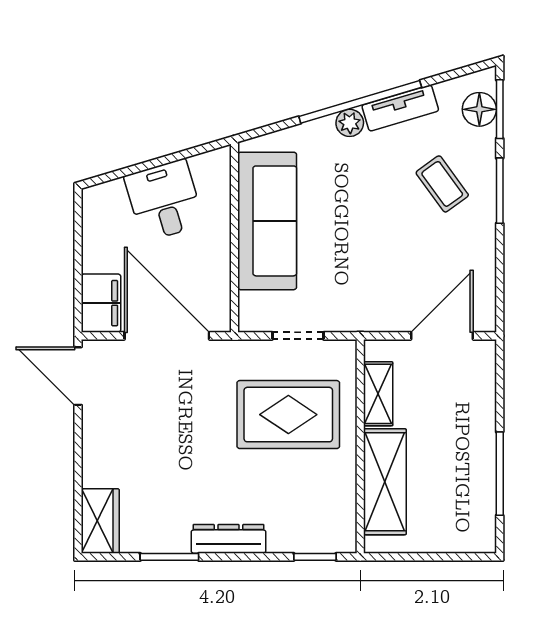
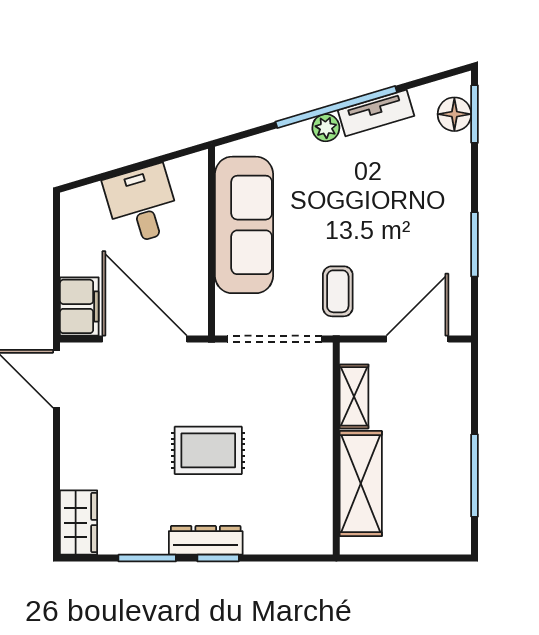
coffee table: (442, 184) -> (338, 291), moved, turned 36
window: (500, 191) -> (475, 244), moved
doorway: (298, 336) -> (275, 339), width x1.87
rug: (288, 415) -> (208, 450), moved, width x0.73, depth x0.70
window: (315, 557) -> (218, 558), moved

